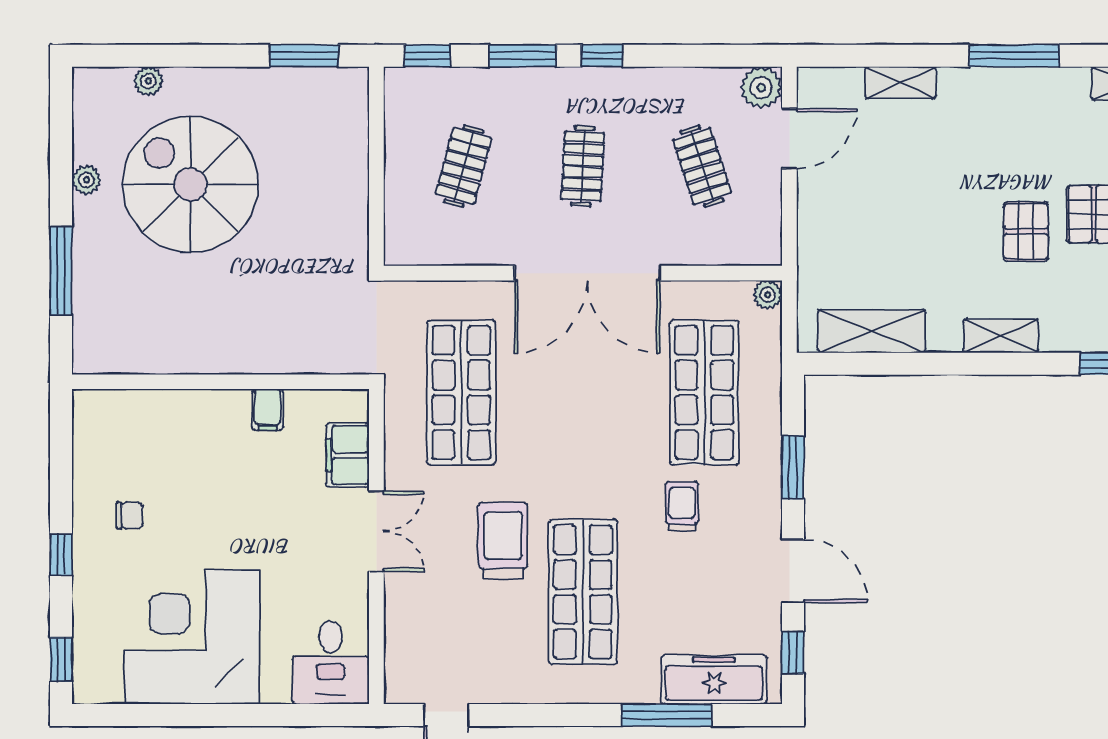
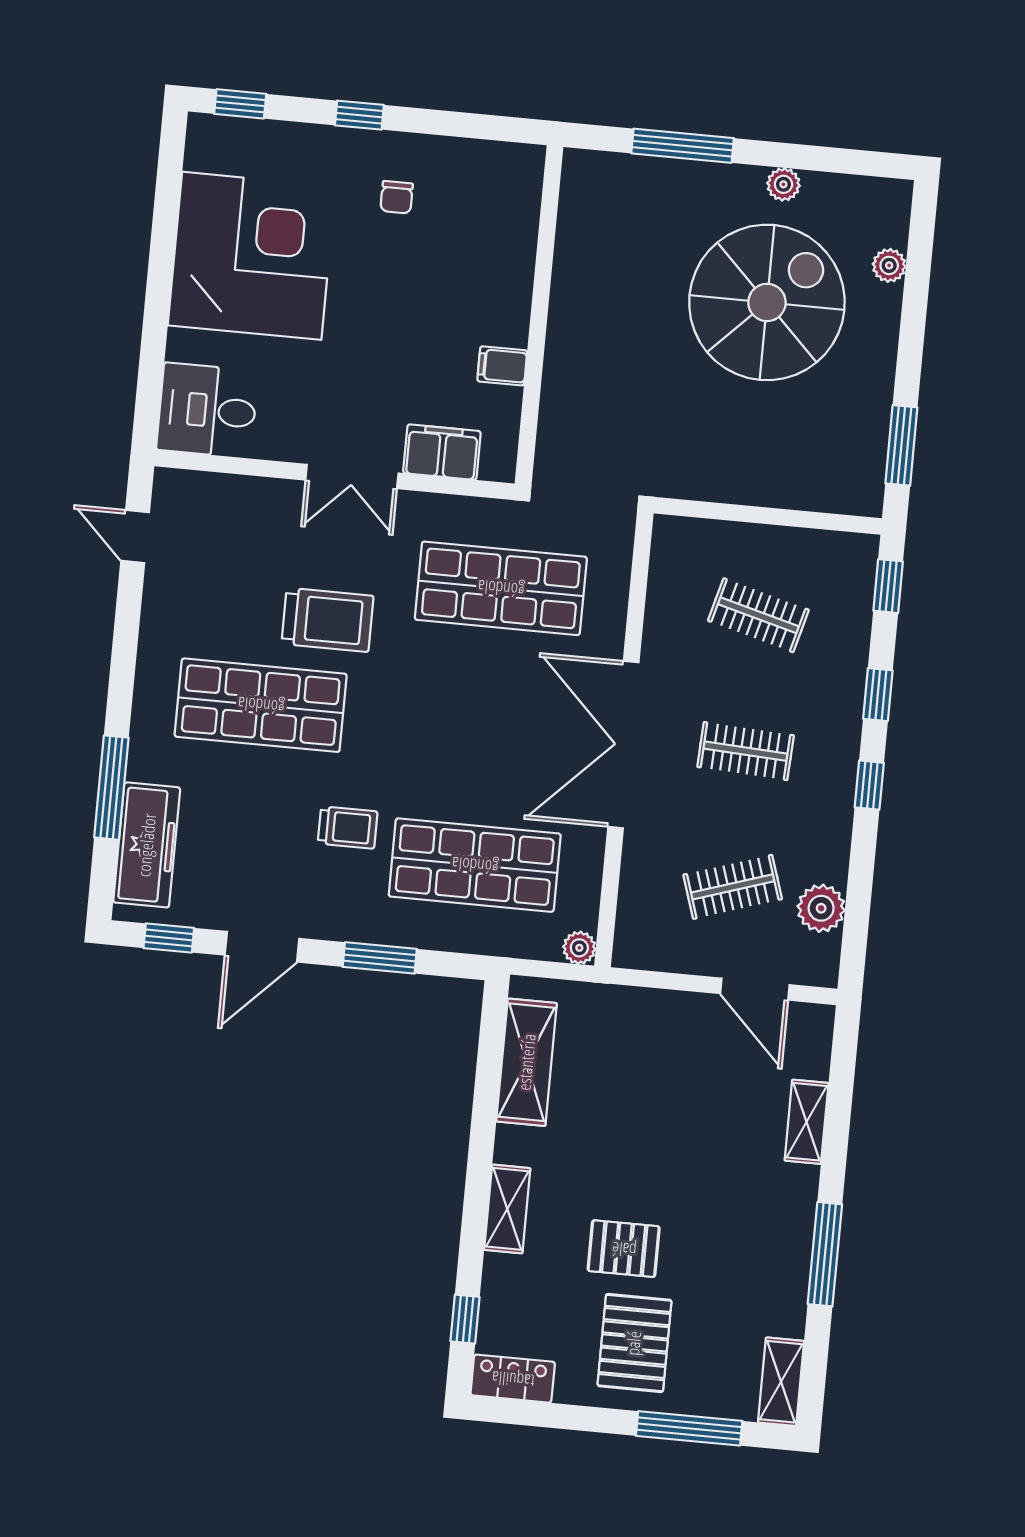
window: (523, 56) -> (878, 695), width x0.67
plant: (761, 87) -> (821, 908), moved

